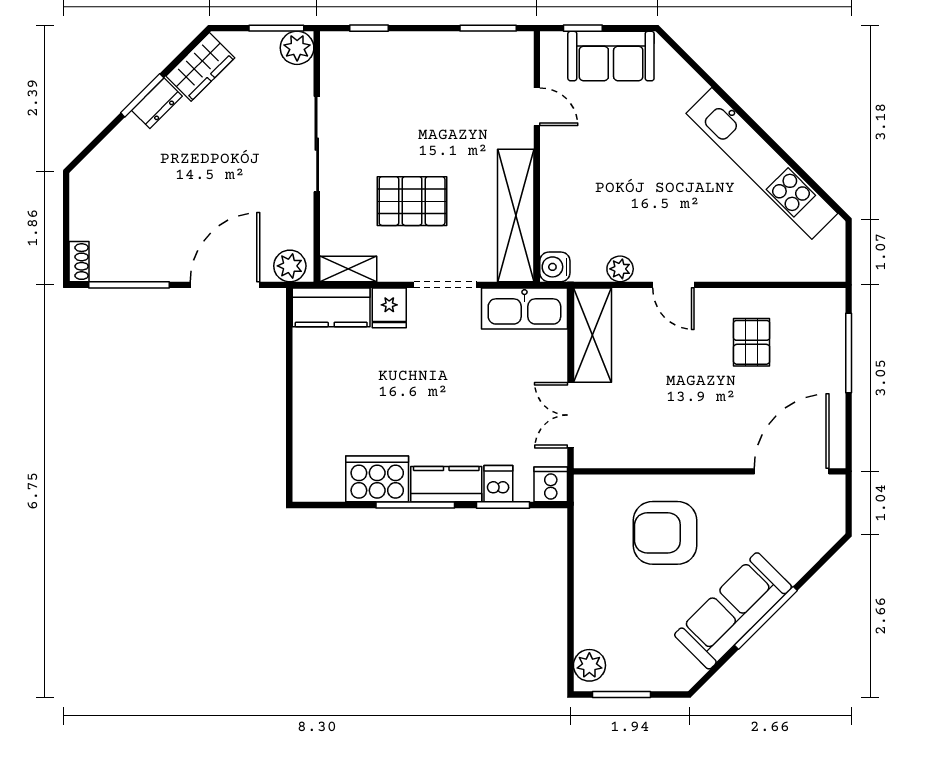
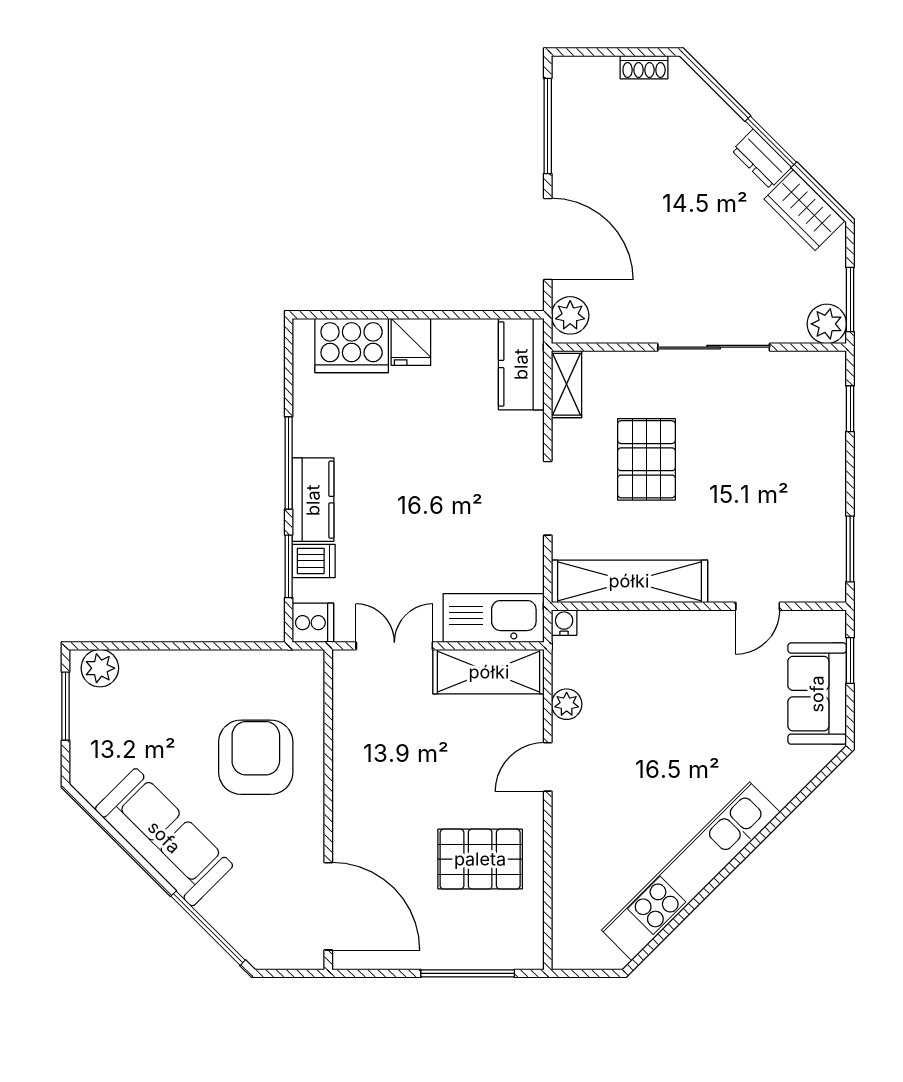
shoe rack: (79, 262) -> (644, 67), moved
water cooler: (555, 267) -> (564, 623), width x0.72, depth x0.72
fridge: (389, 308) -> (411, 342), moved, turned -90
kitchen sink: (524, 309) -> (494, 618), moved, turned 90
pallet: (752, 342) -> (480, 859), width x1.50, depth x1.42
cooker: (377, 479) -> (352, 345), moved, turned 90
window: (766, 618) -> (208, 928), moved

